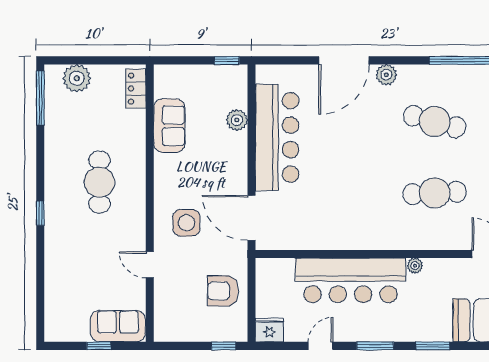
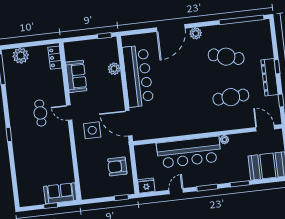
cafe table: (100, 182) -> (40, 113), width x0.73, depth x0.74
door: (150, 265) -> (69, 113), moved

